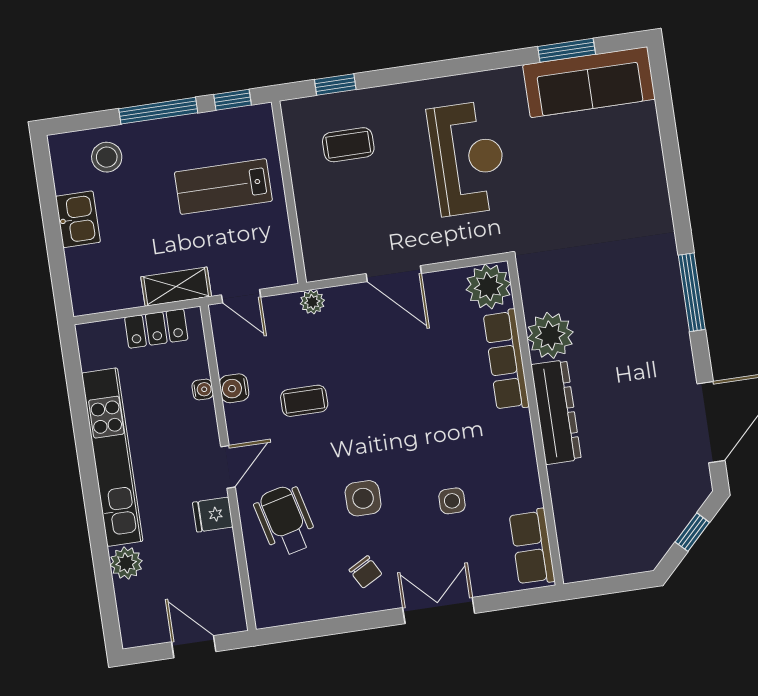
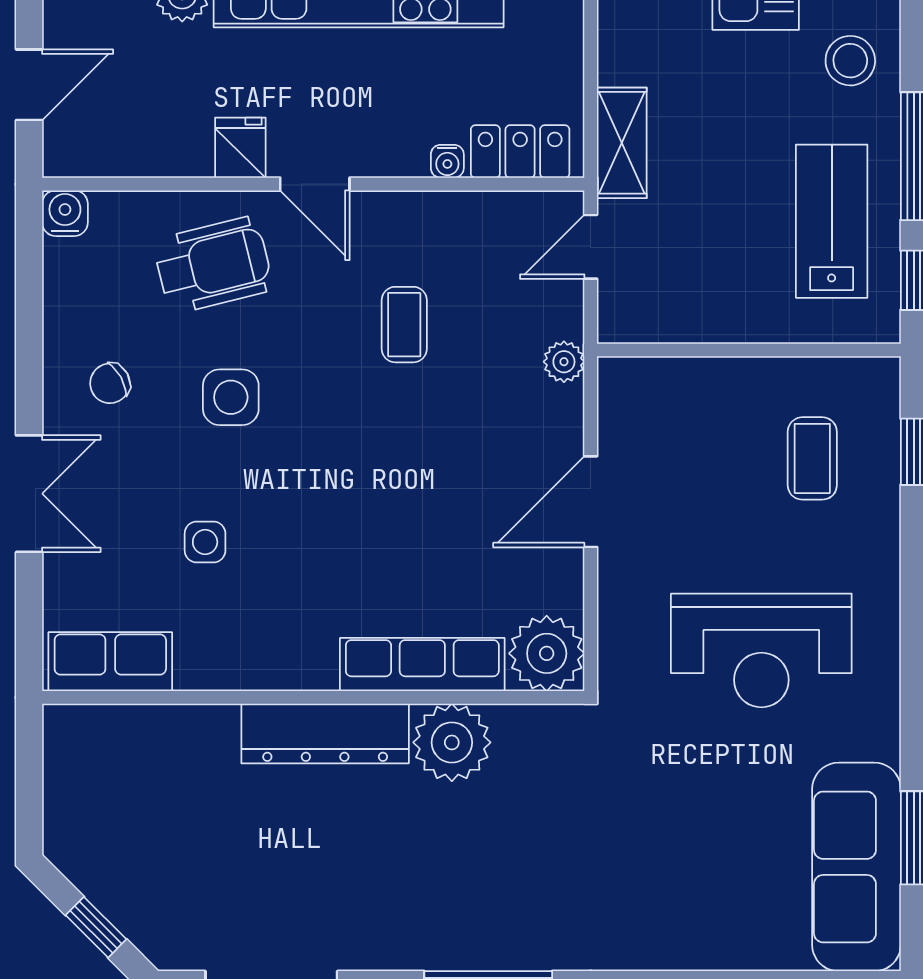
lab bench: (223, 187) -> (832, 221), moved
locker: (156, 329) -> (520, 152), moved, turned 90
water cooler: (234, 388) -> (65, 213), moved

